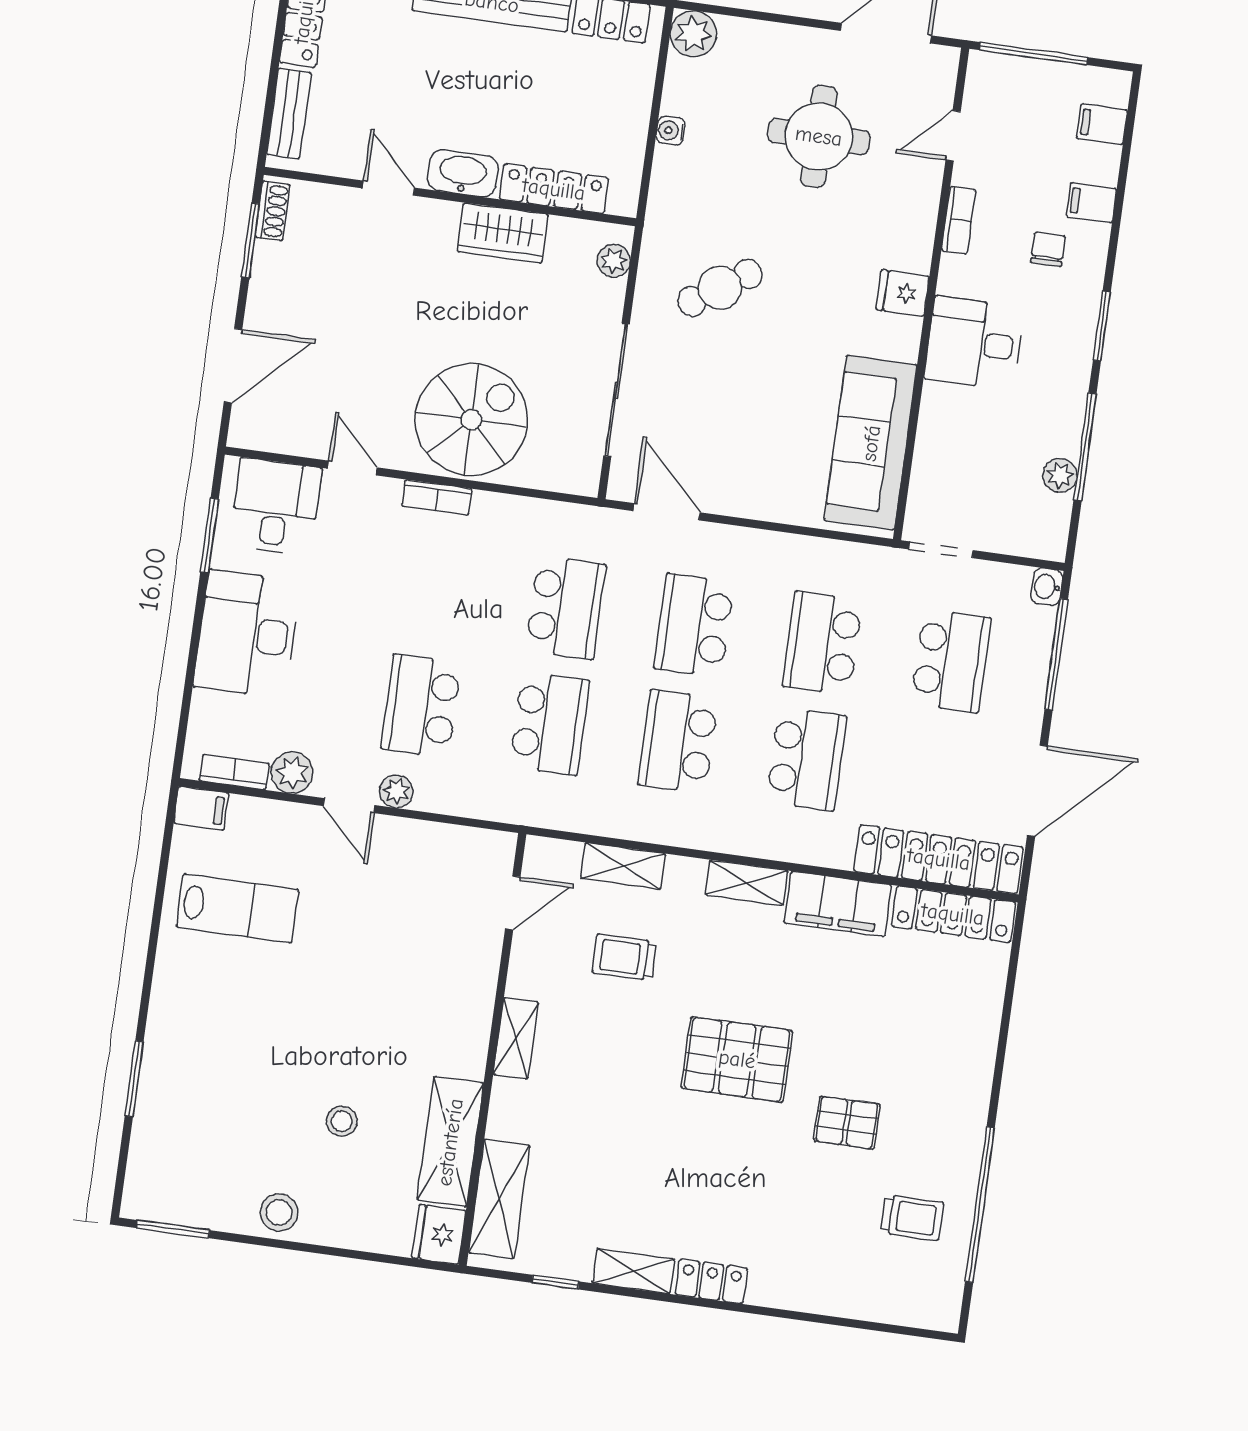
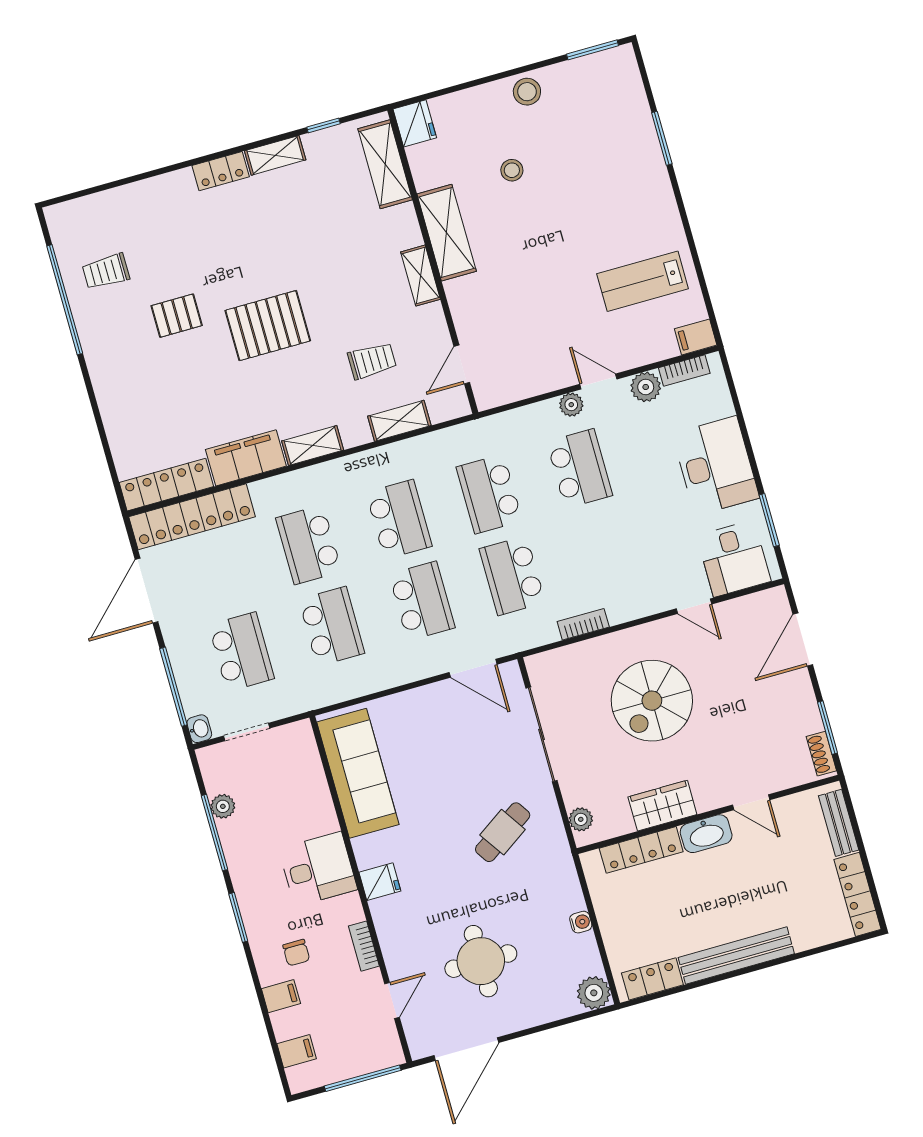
spiral stairs: (471, 420) -> (652, 701), moved
bookcase: (437, 497) -> (583, 624), moved
doorway: (941, 550) -> (247, 732), moved
school desk: (951, 661) -> (241, 652), turned 180
shelving: (450, 1142) -> (447, 233), moved

